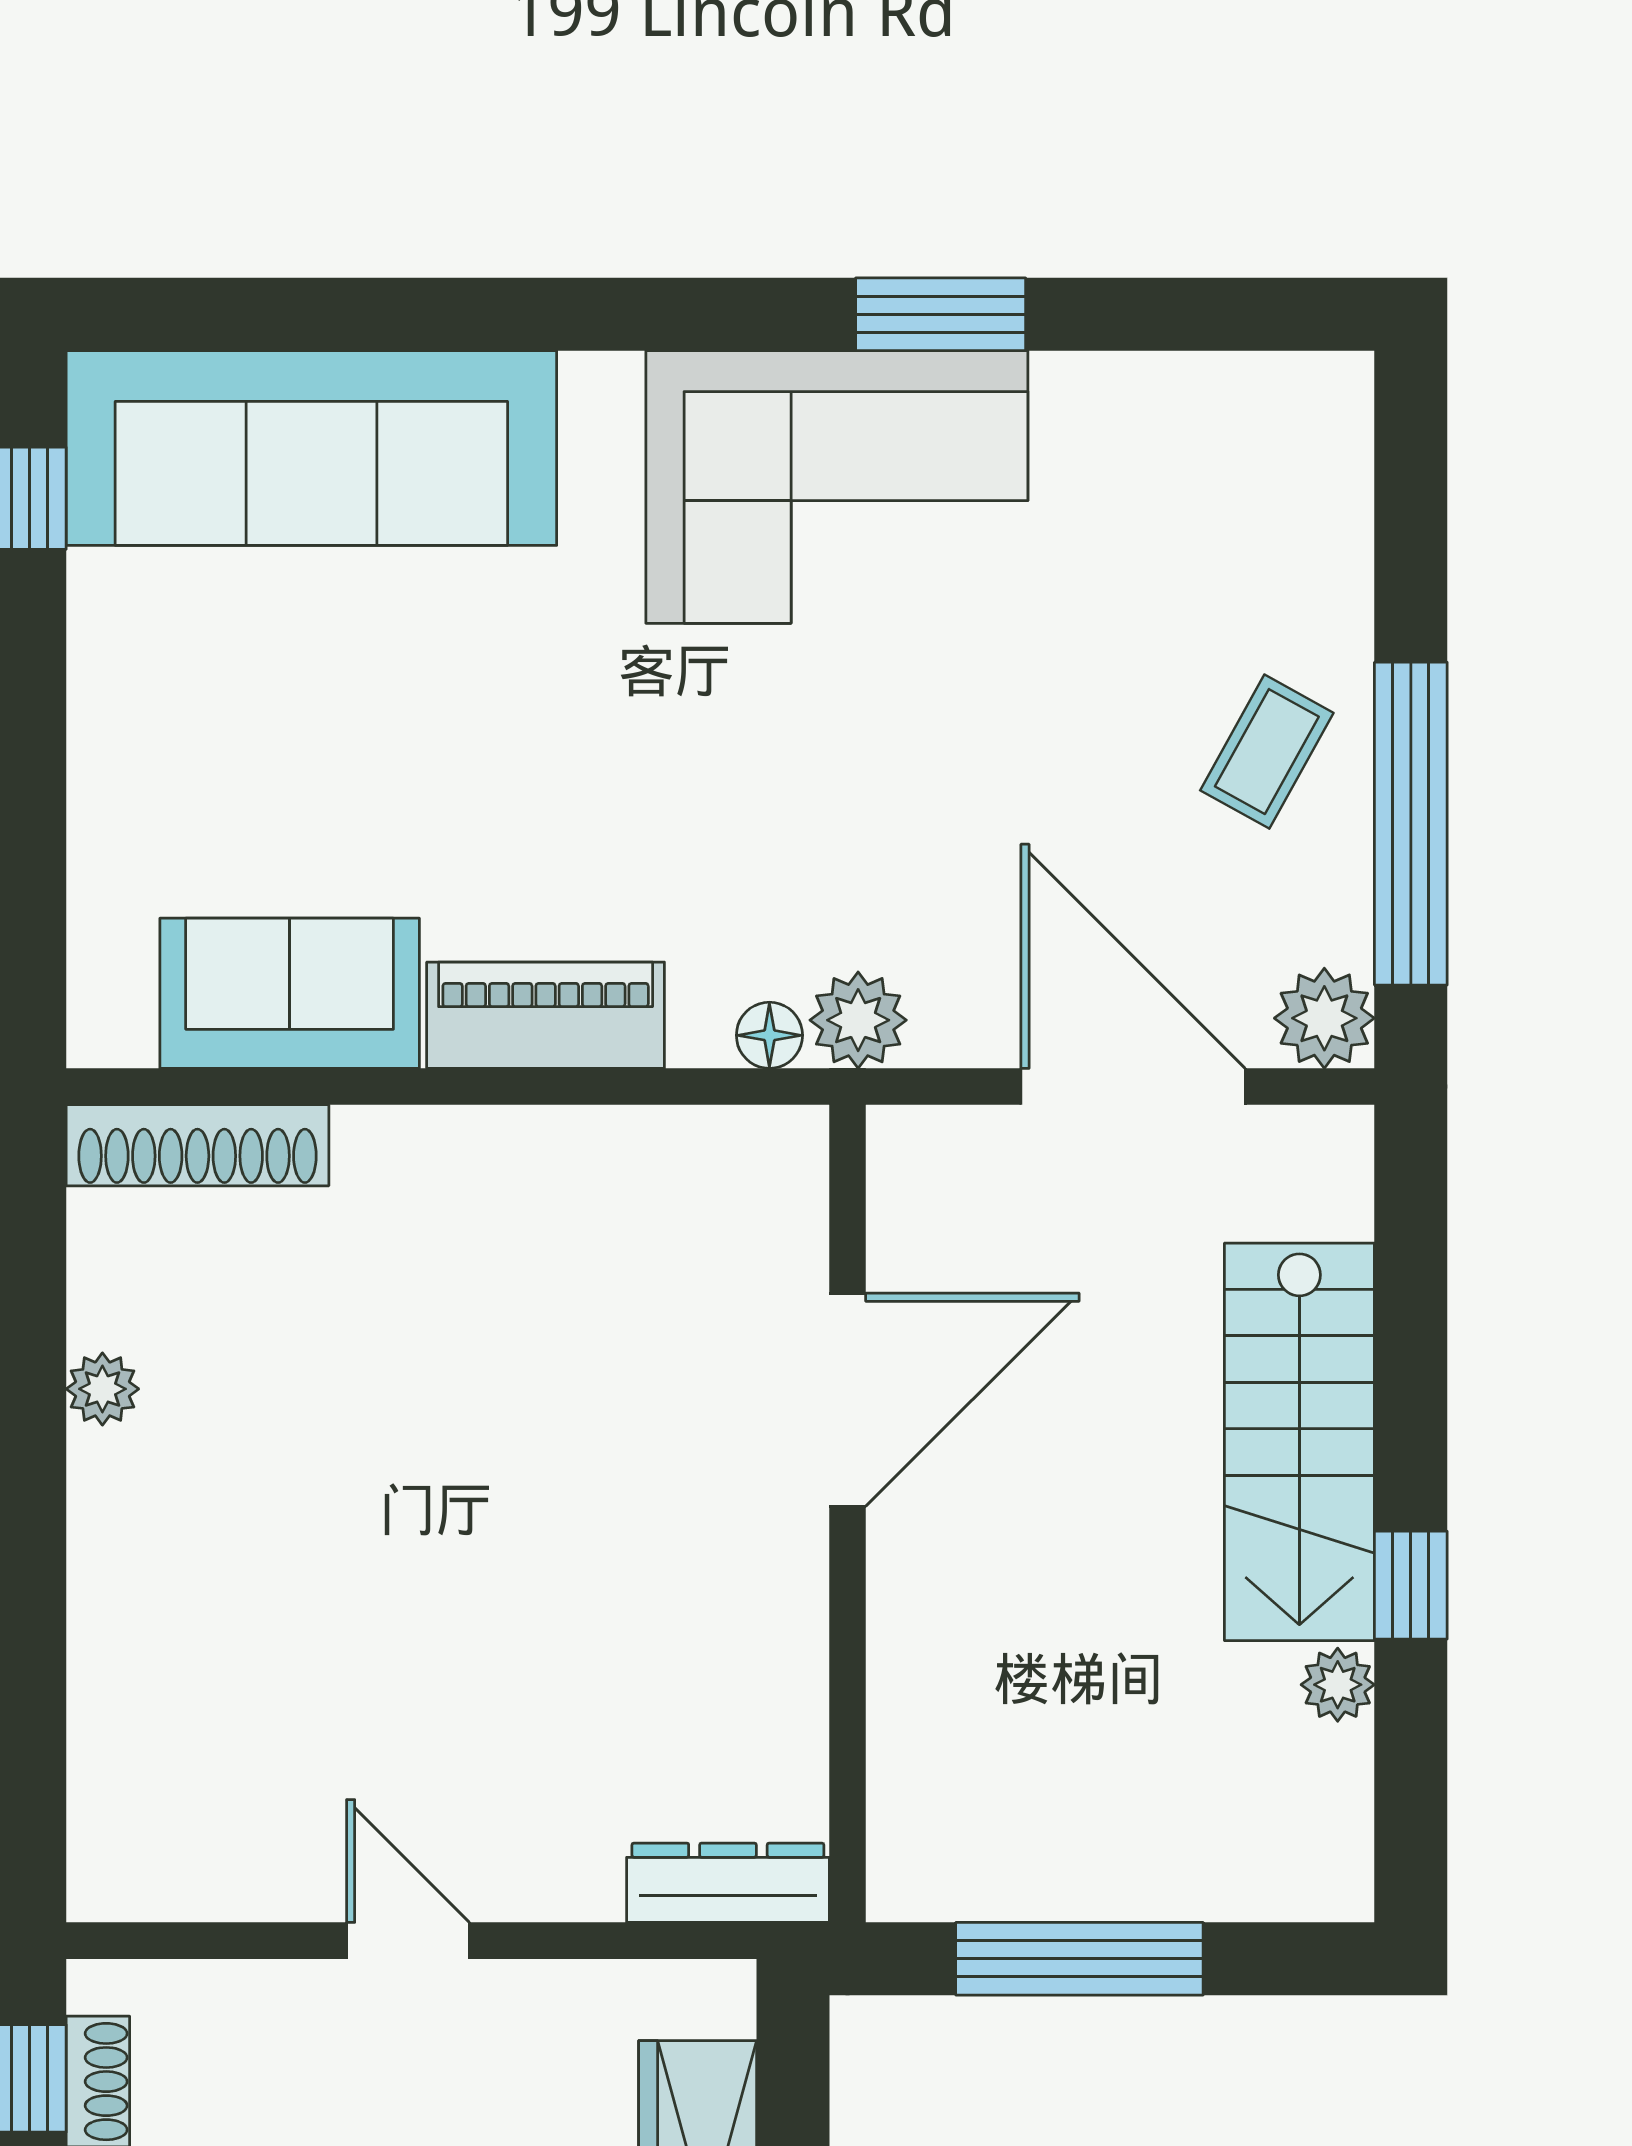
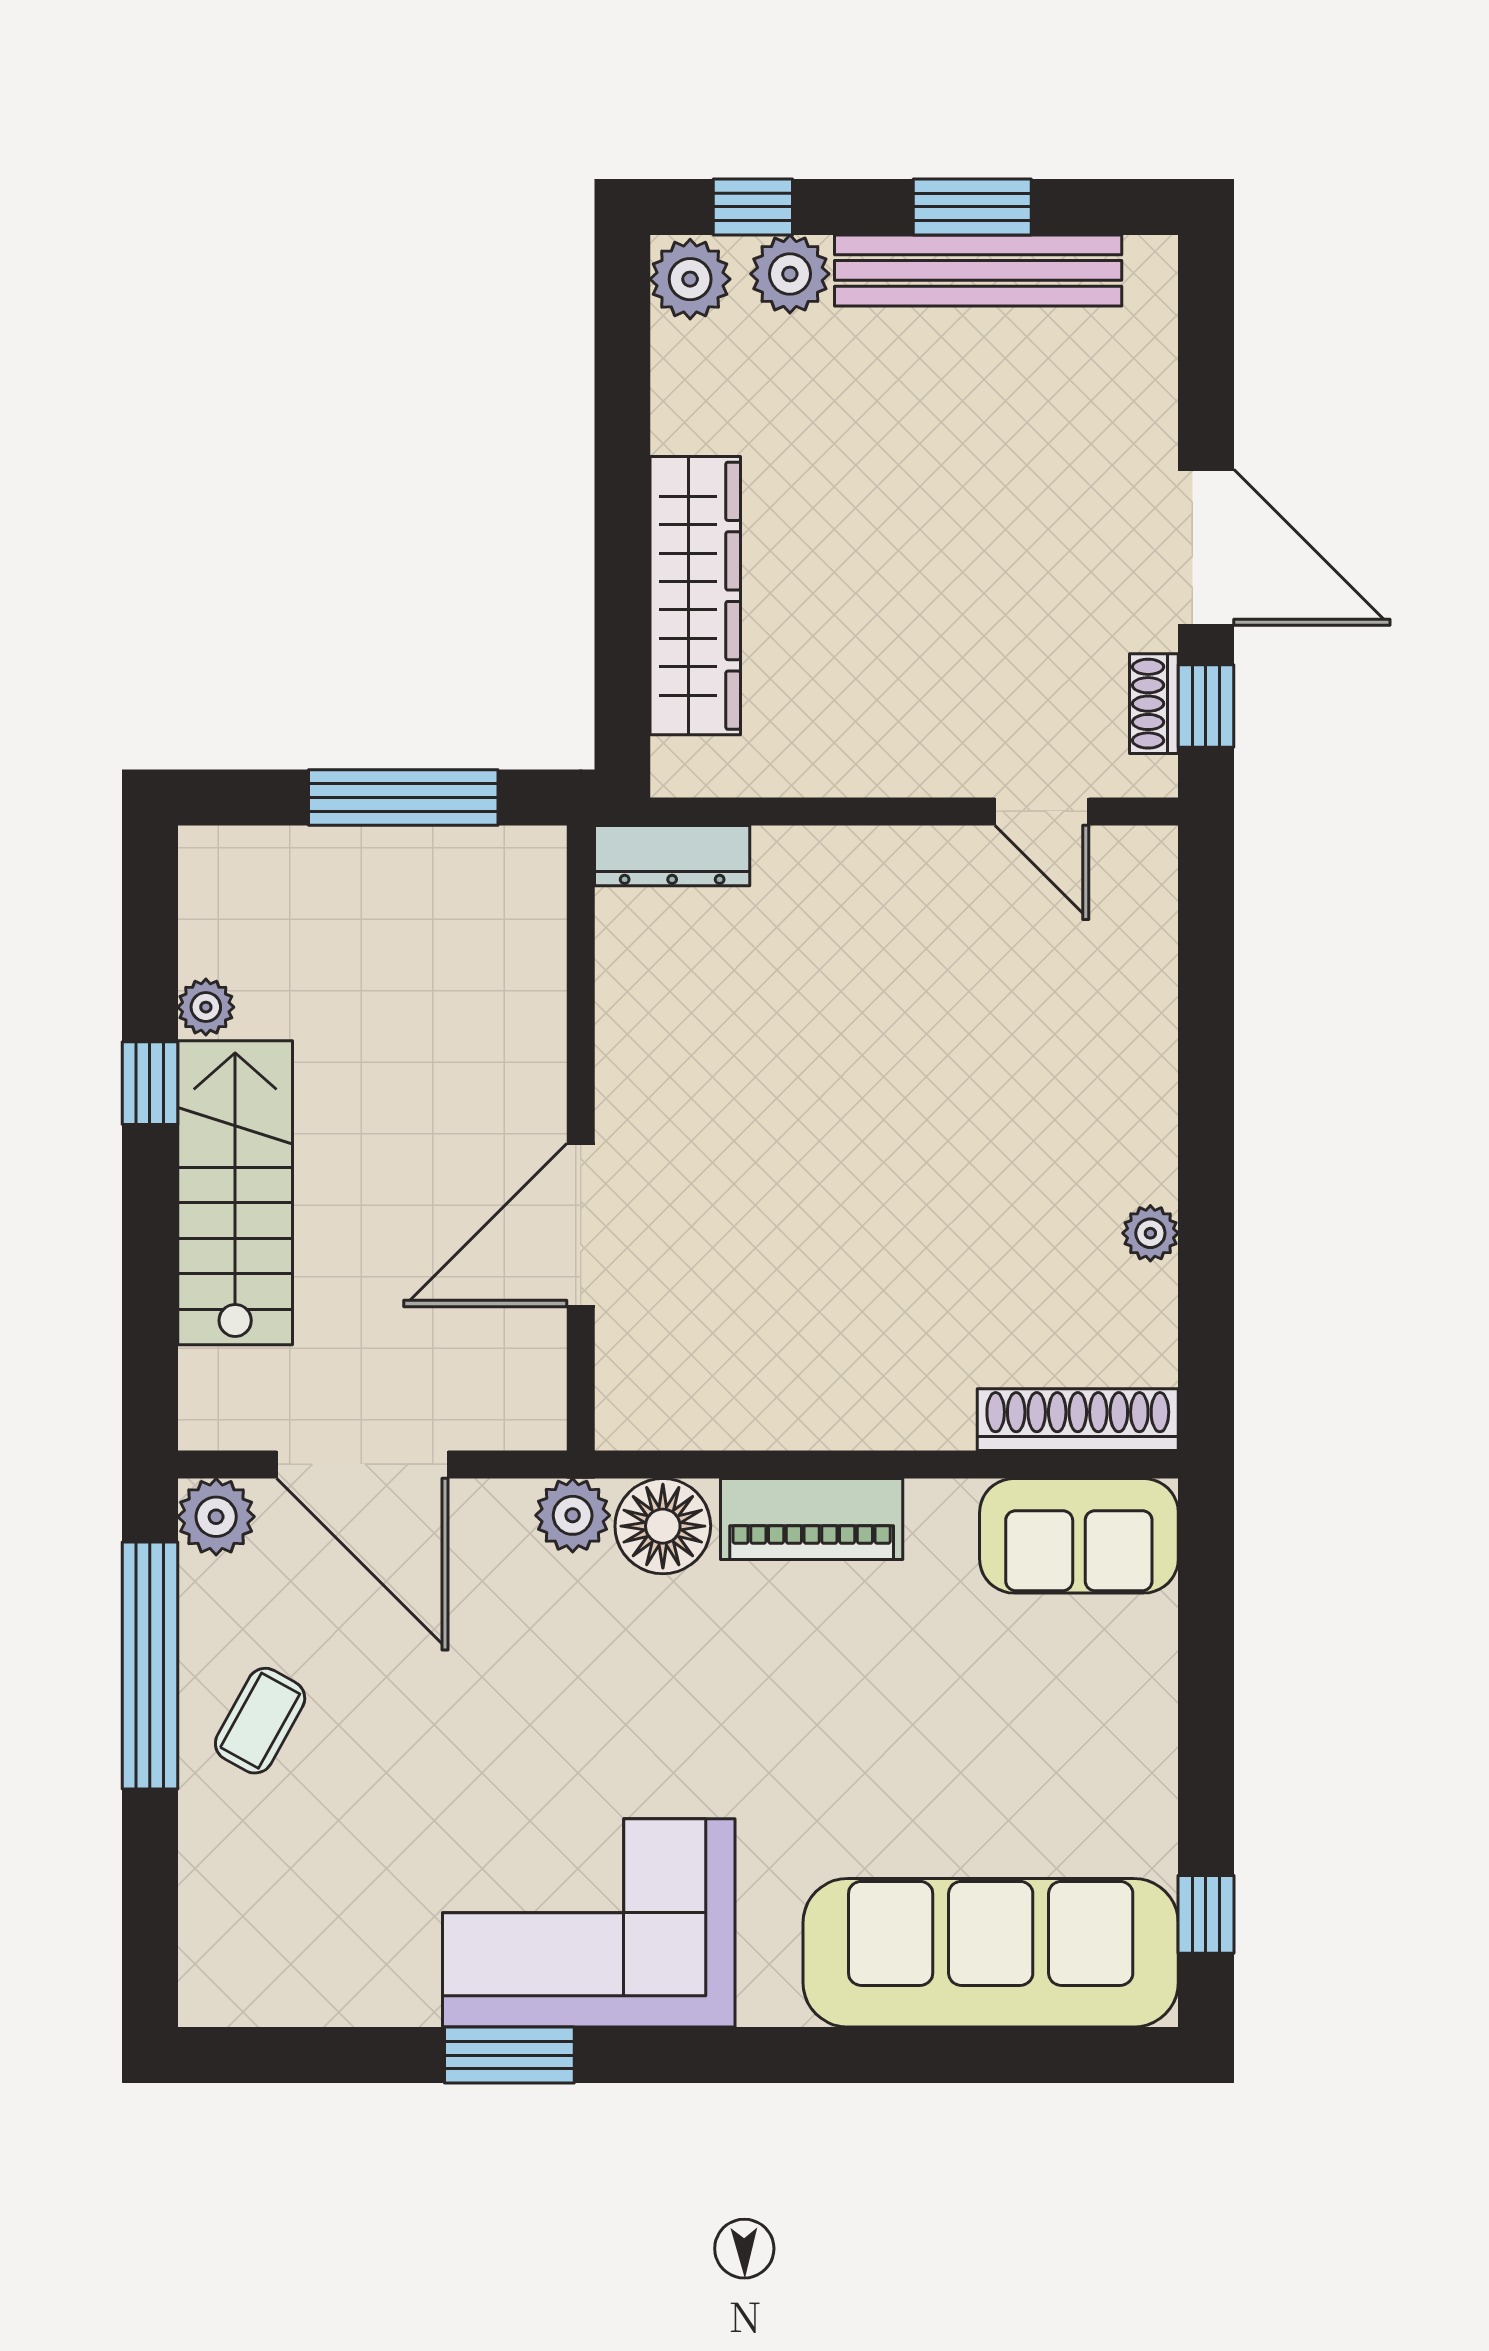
sofa: (290, 993) -> (1079, 1536), moved
floor lamp: (769, 1035) -> (663, 1526), width x1.89, depth x1.89
door: (408, 1941) -> (1042, 811), moved

